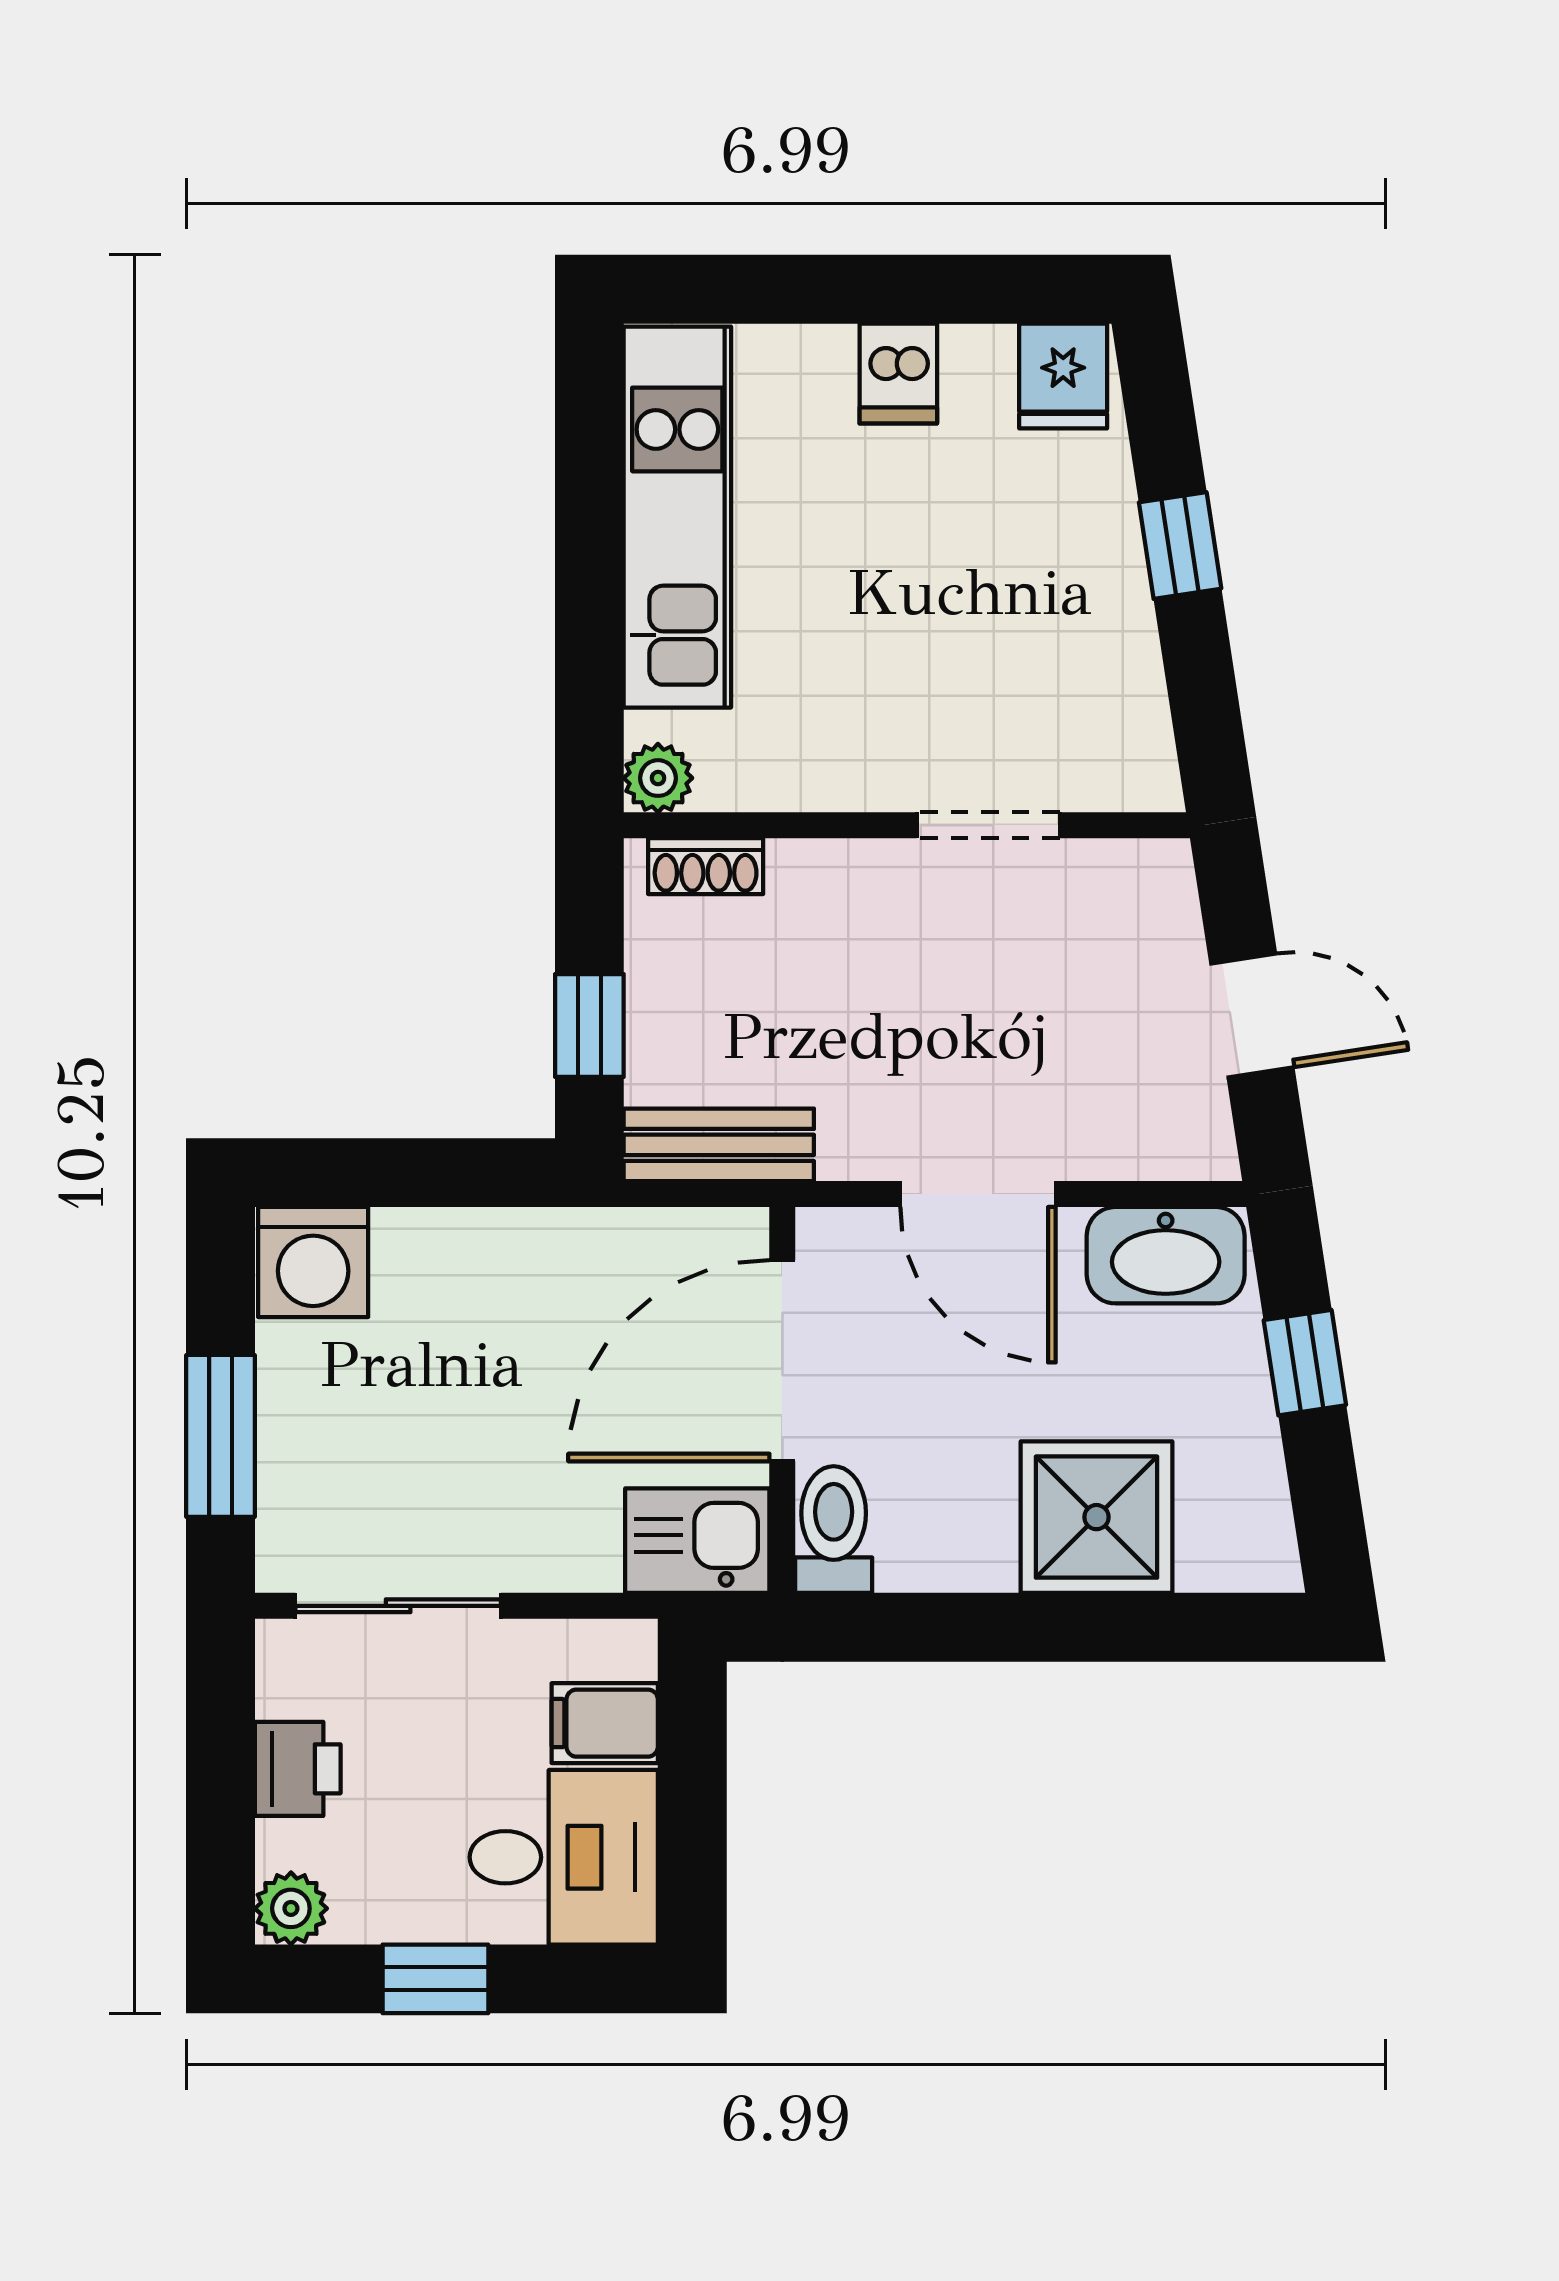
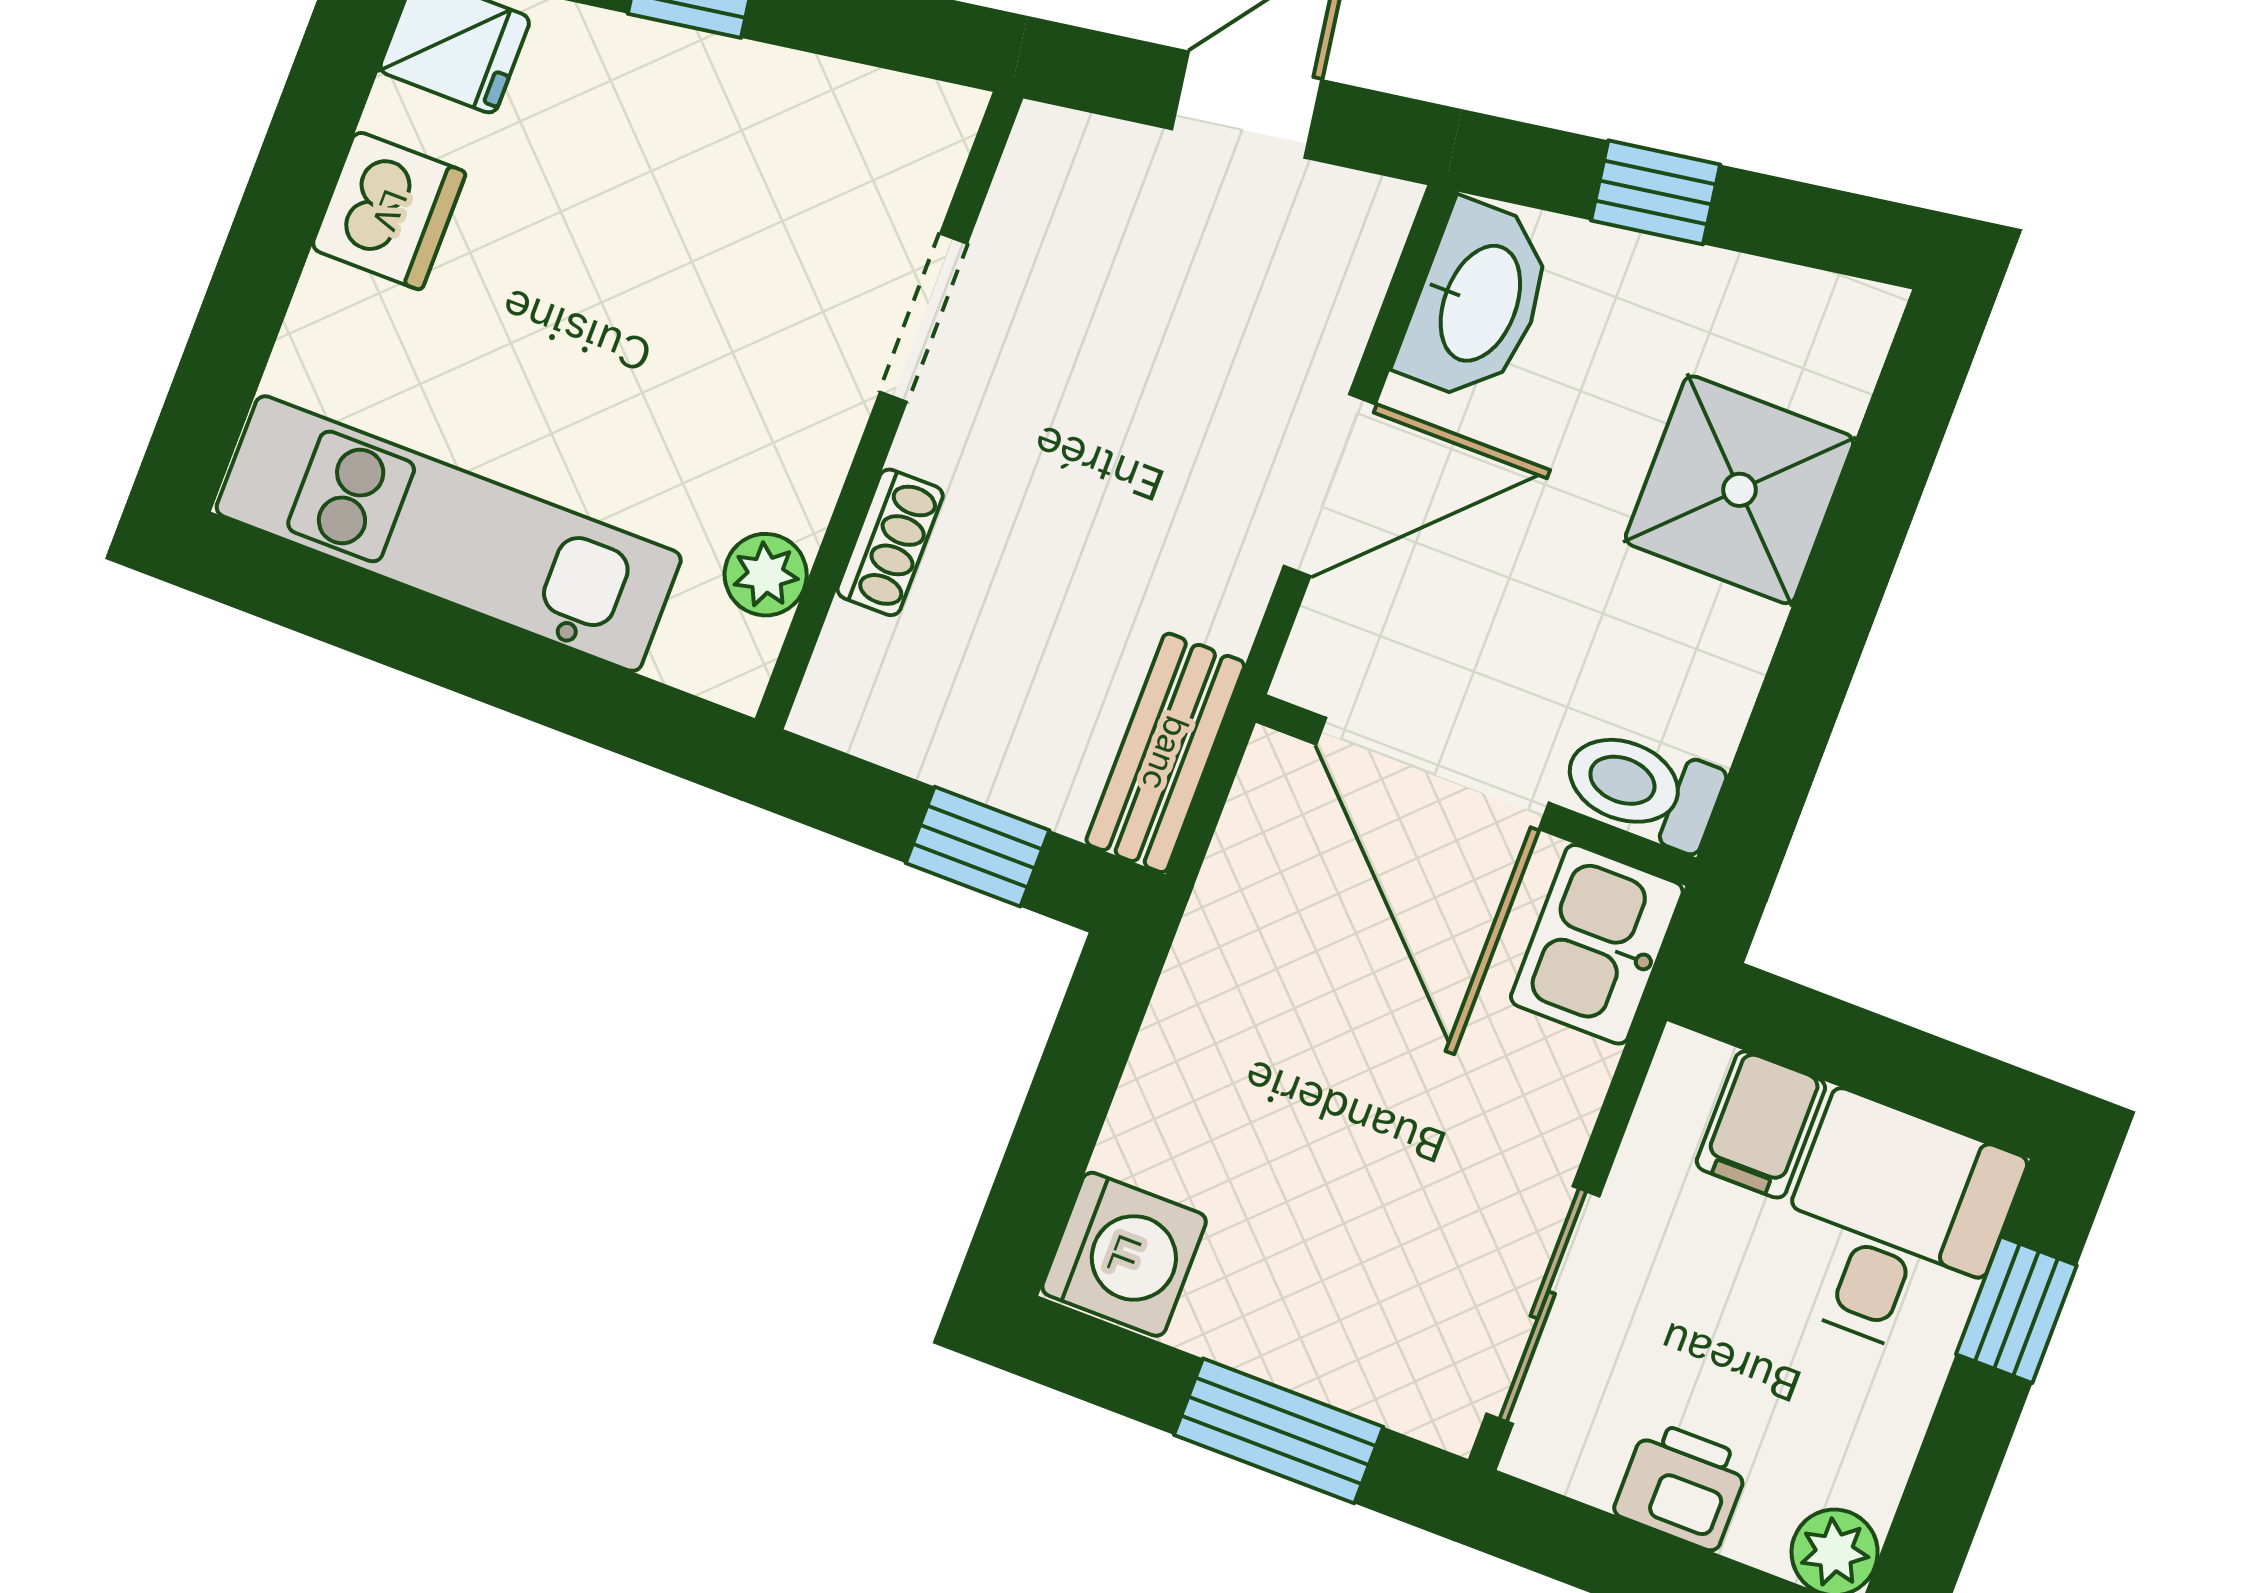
dishwasher: (898, 374) -> (389, 210), width x1.38
plant: (658, 778) -> (766, 575), moved
shoe rack: (706, 866) -> (890, 542), moved
window: (435, 1979) -> (2016, 1310), moved

